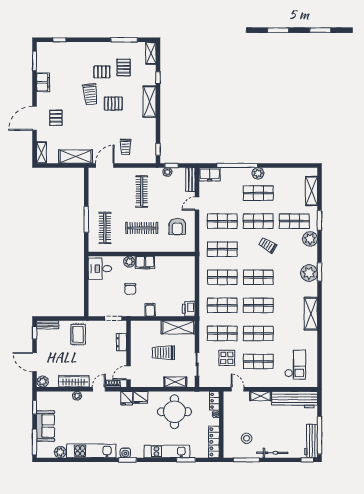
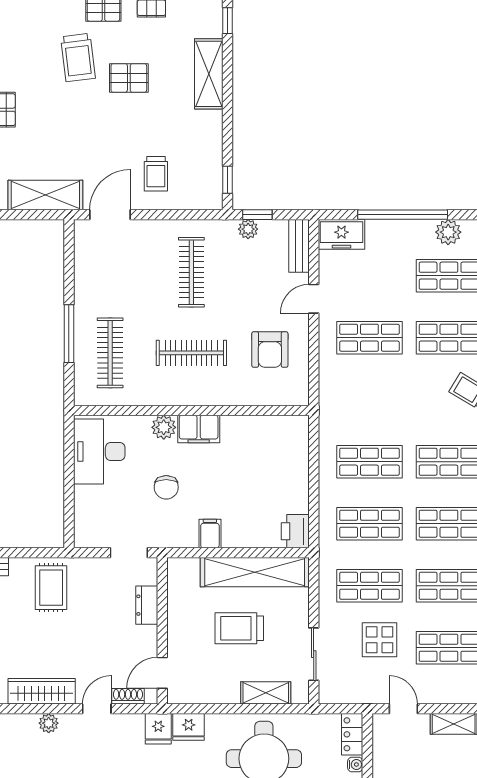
shop shelf: (222, 249) -> (369, 400), removed
desk: (100, 269) -> (99, 451), width x1.37
shelving: (178, 327) -> (255, 572), width x1.47

